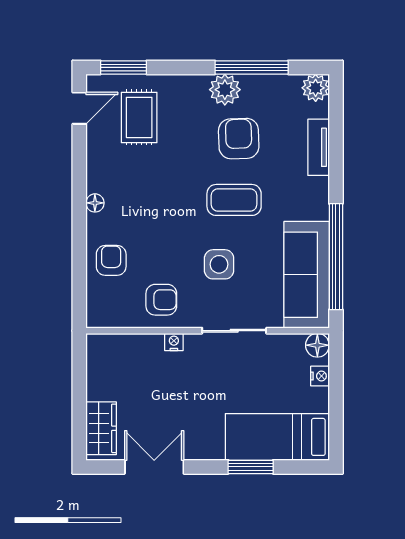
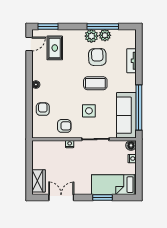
plant: (316, 88) -> (105, 35), moved

